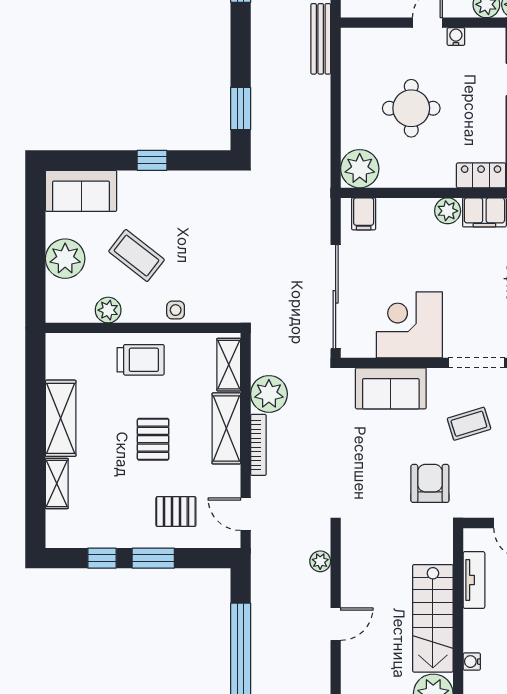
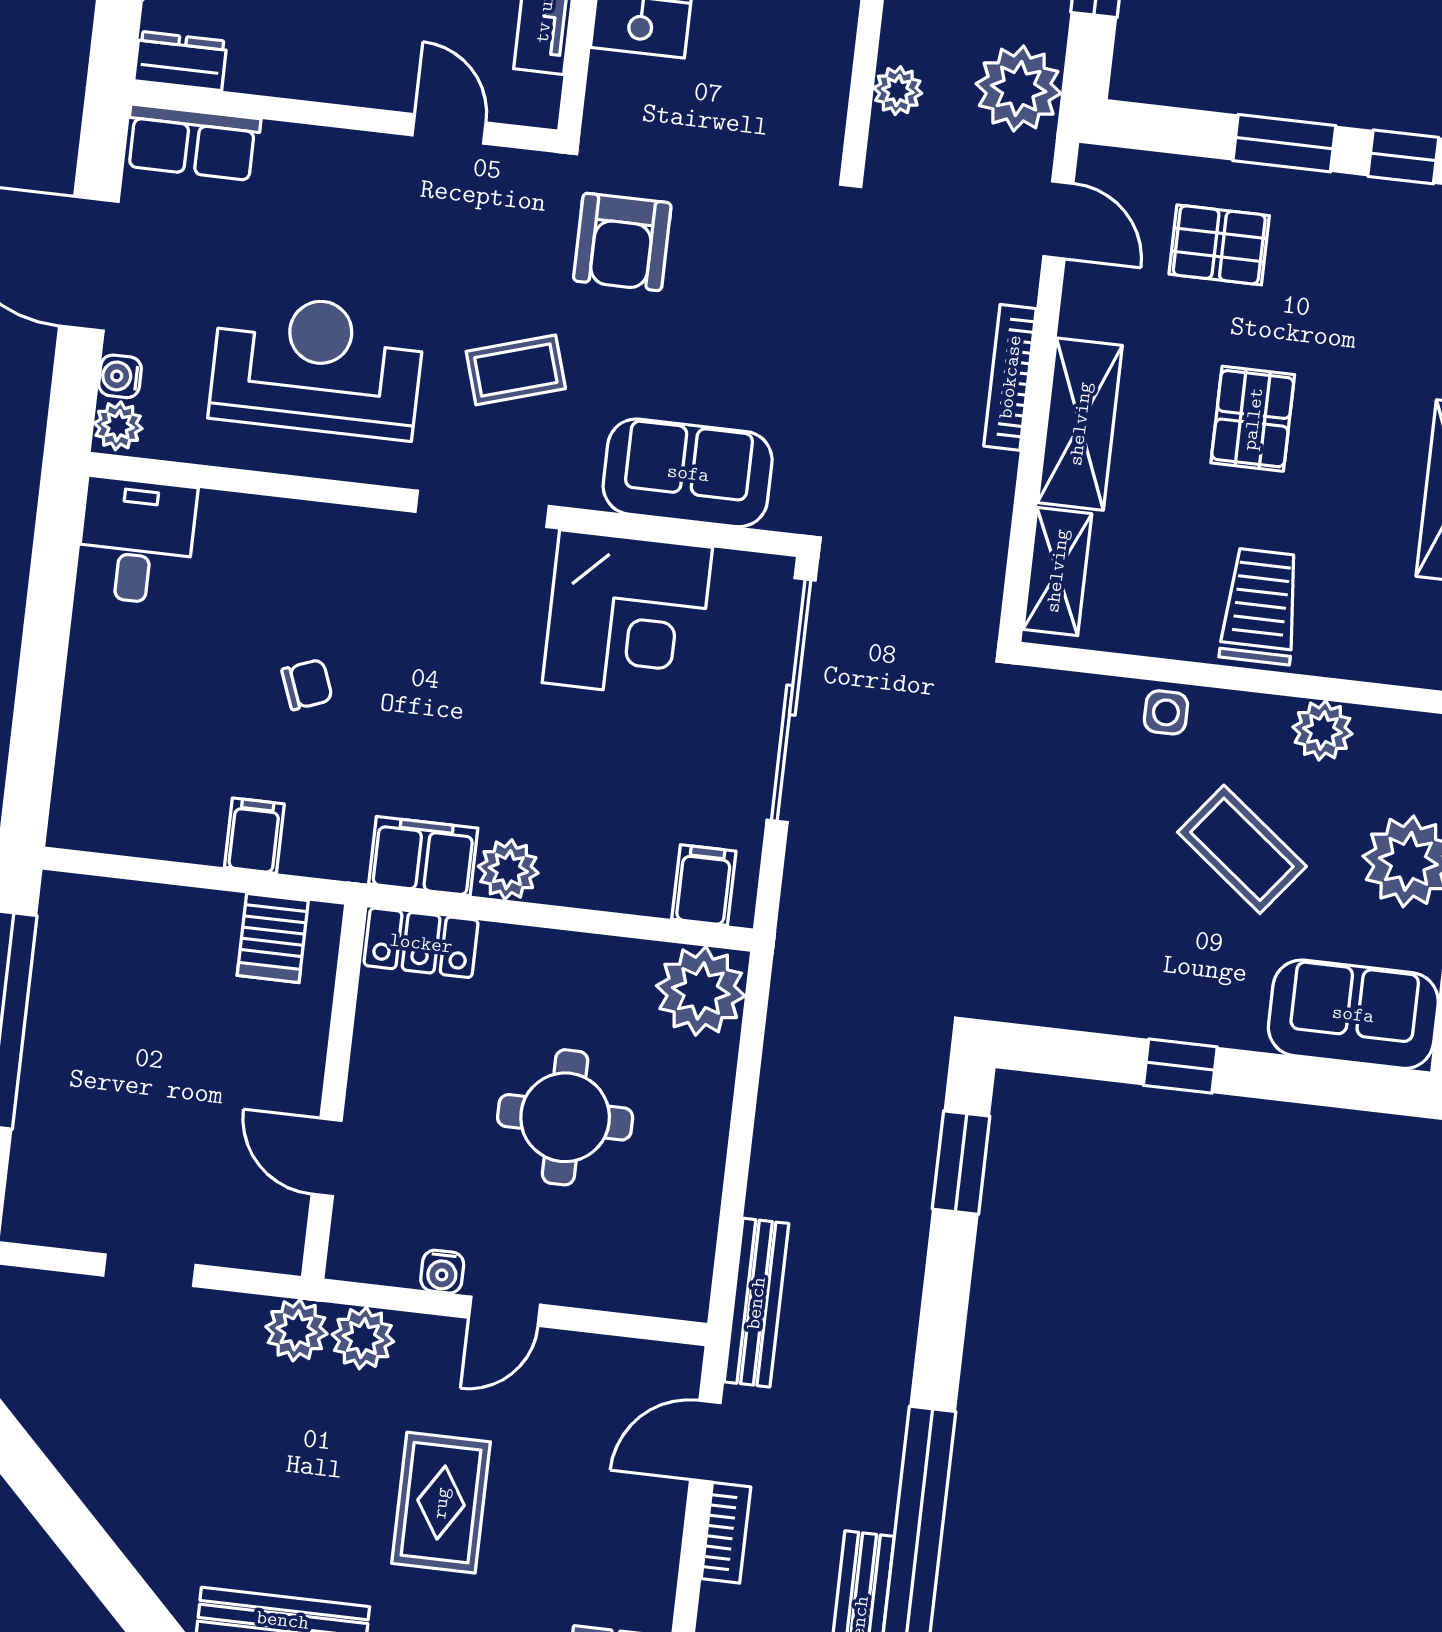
trolley: (141, 360) -> (1260, 606), turned 90
plant: (269, 394) -> (1019, 89), moved

